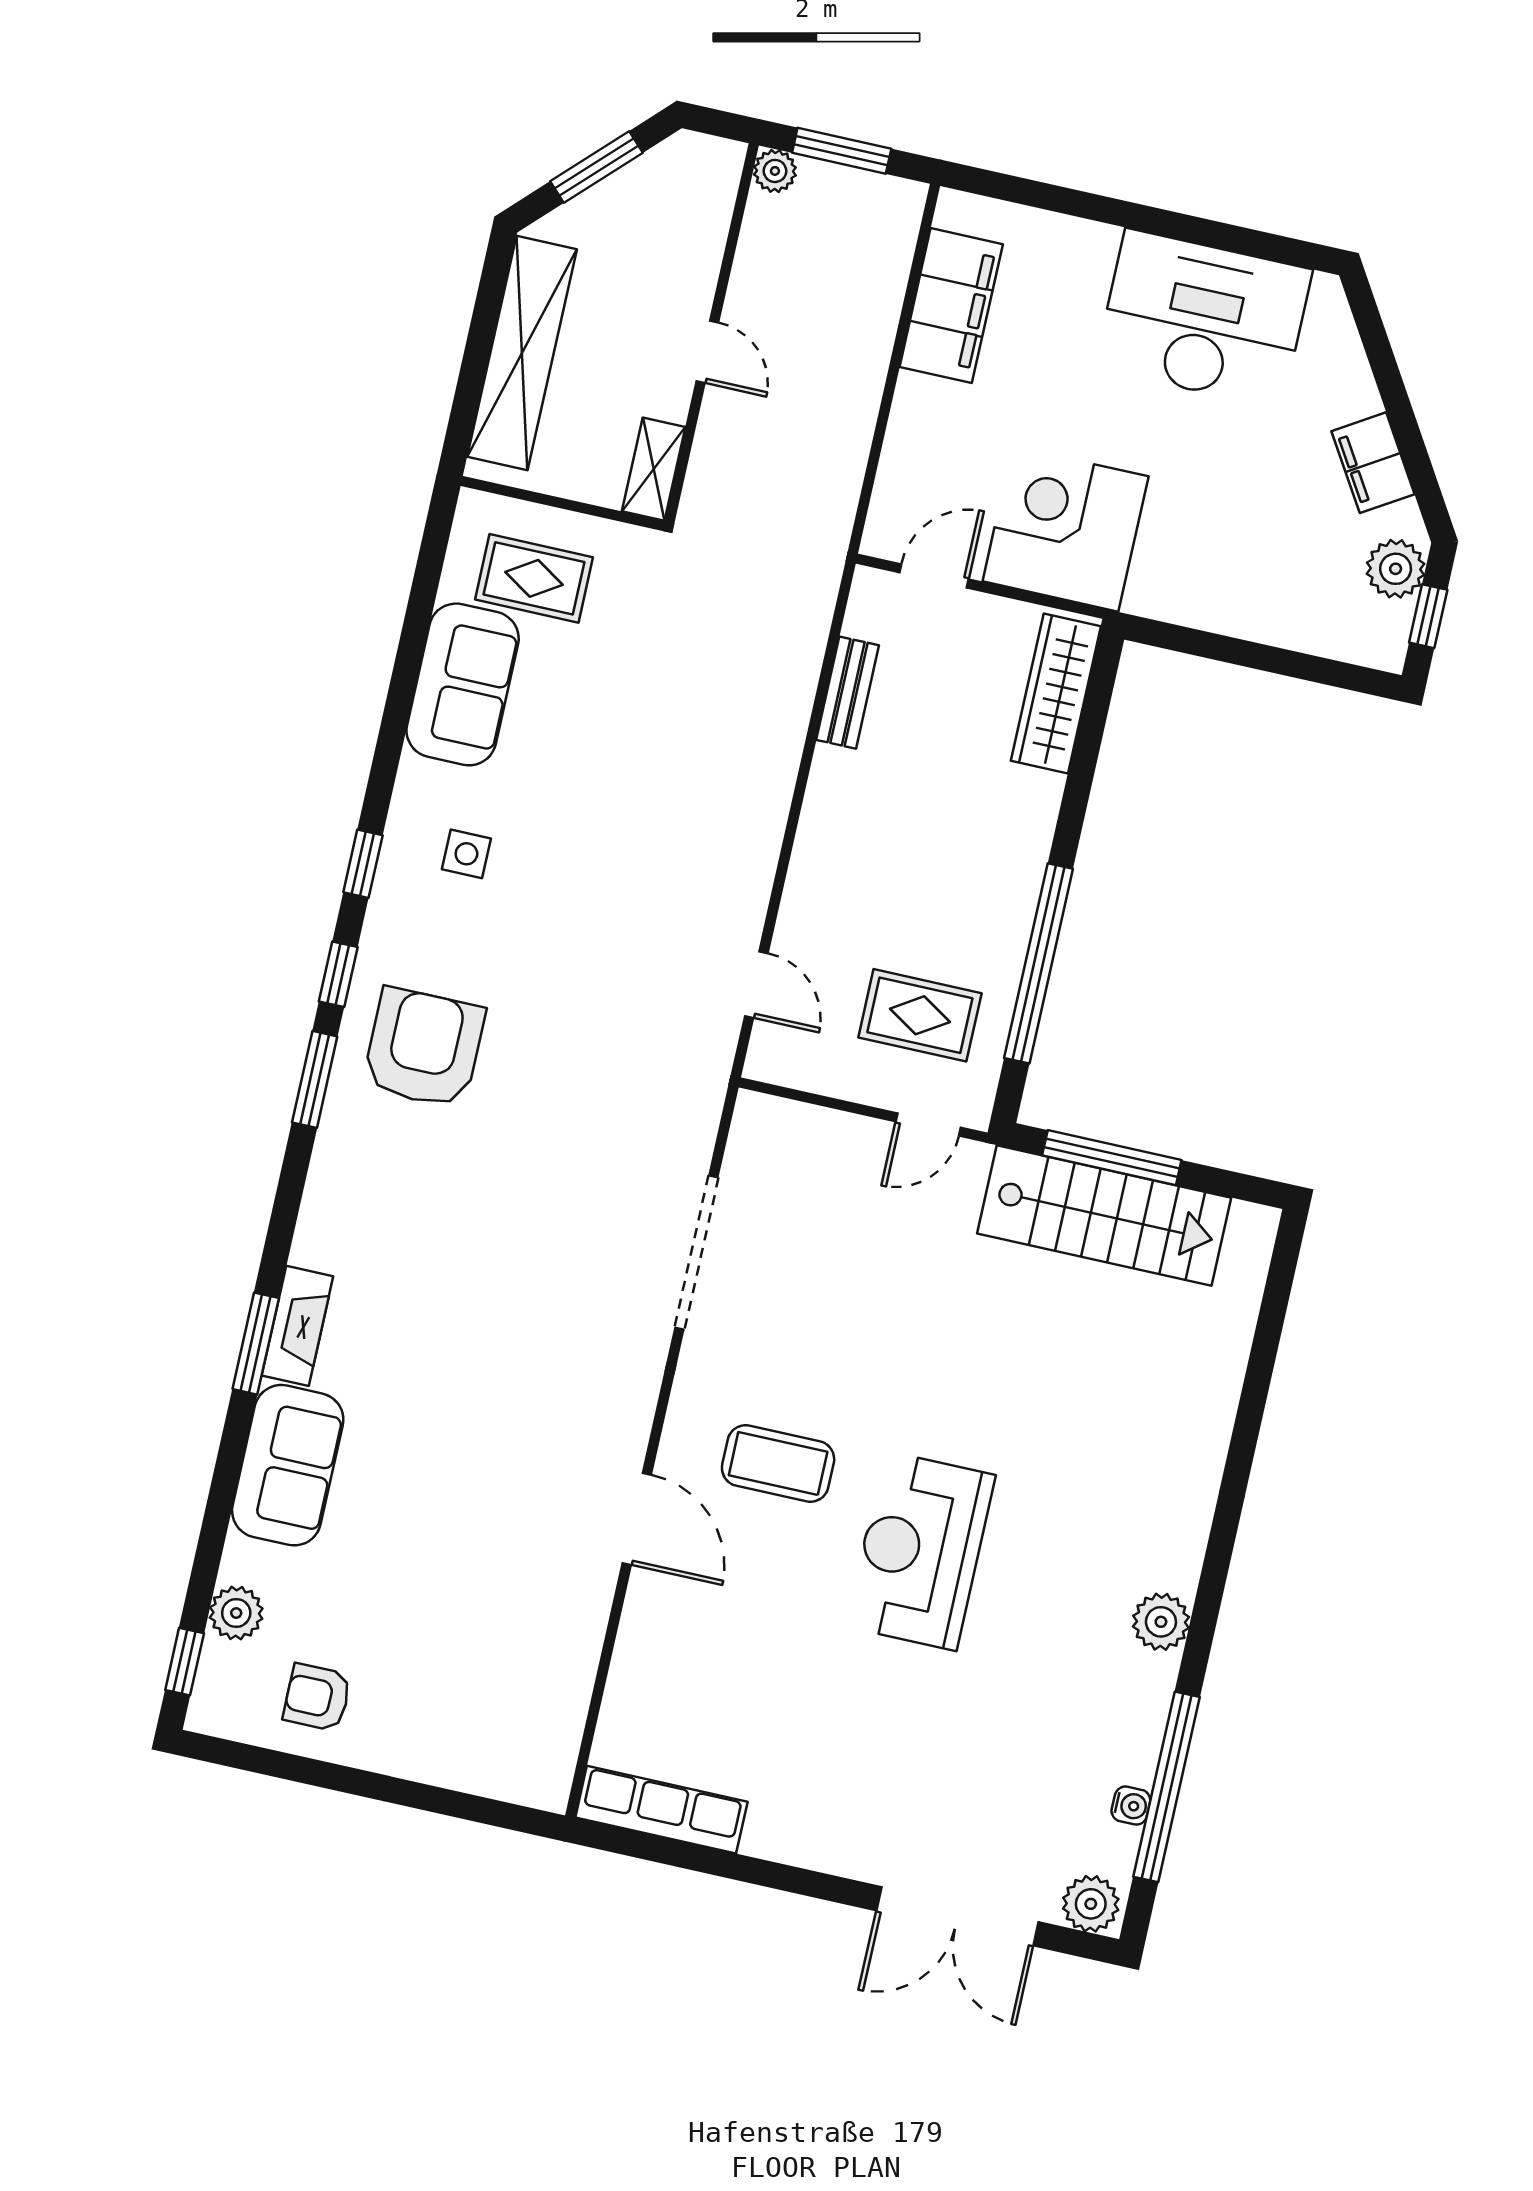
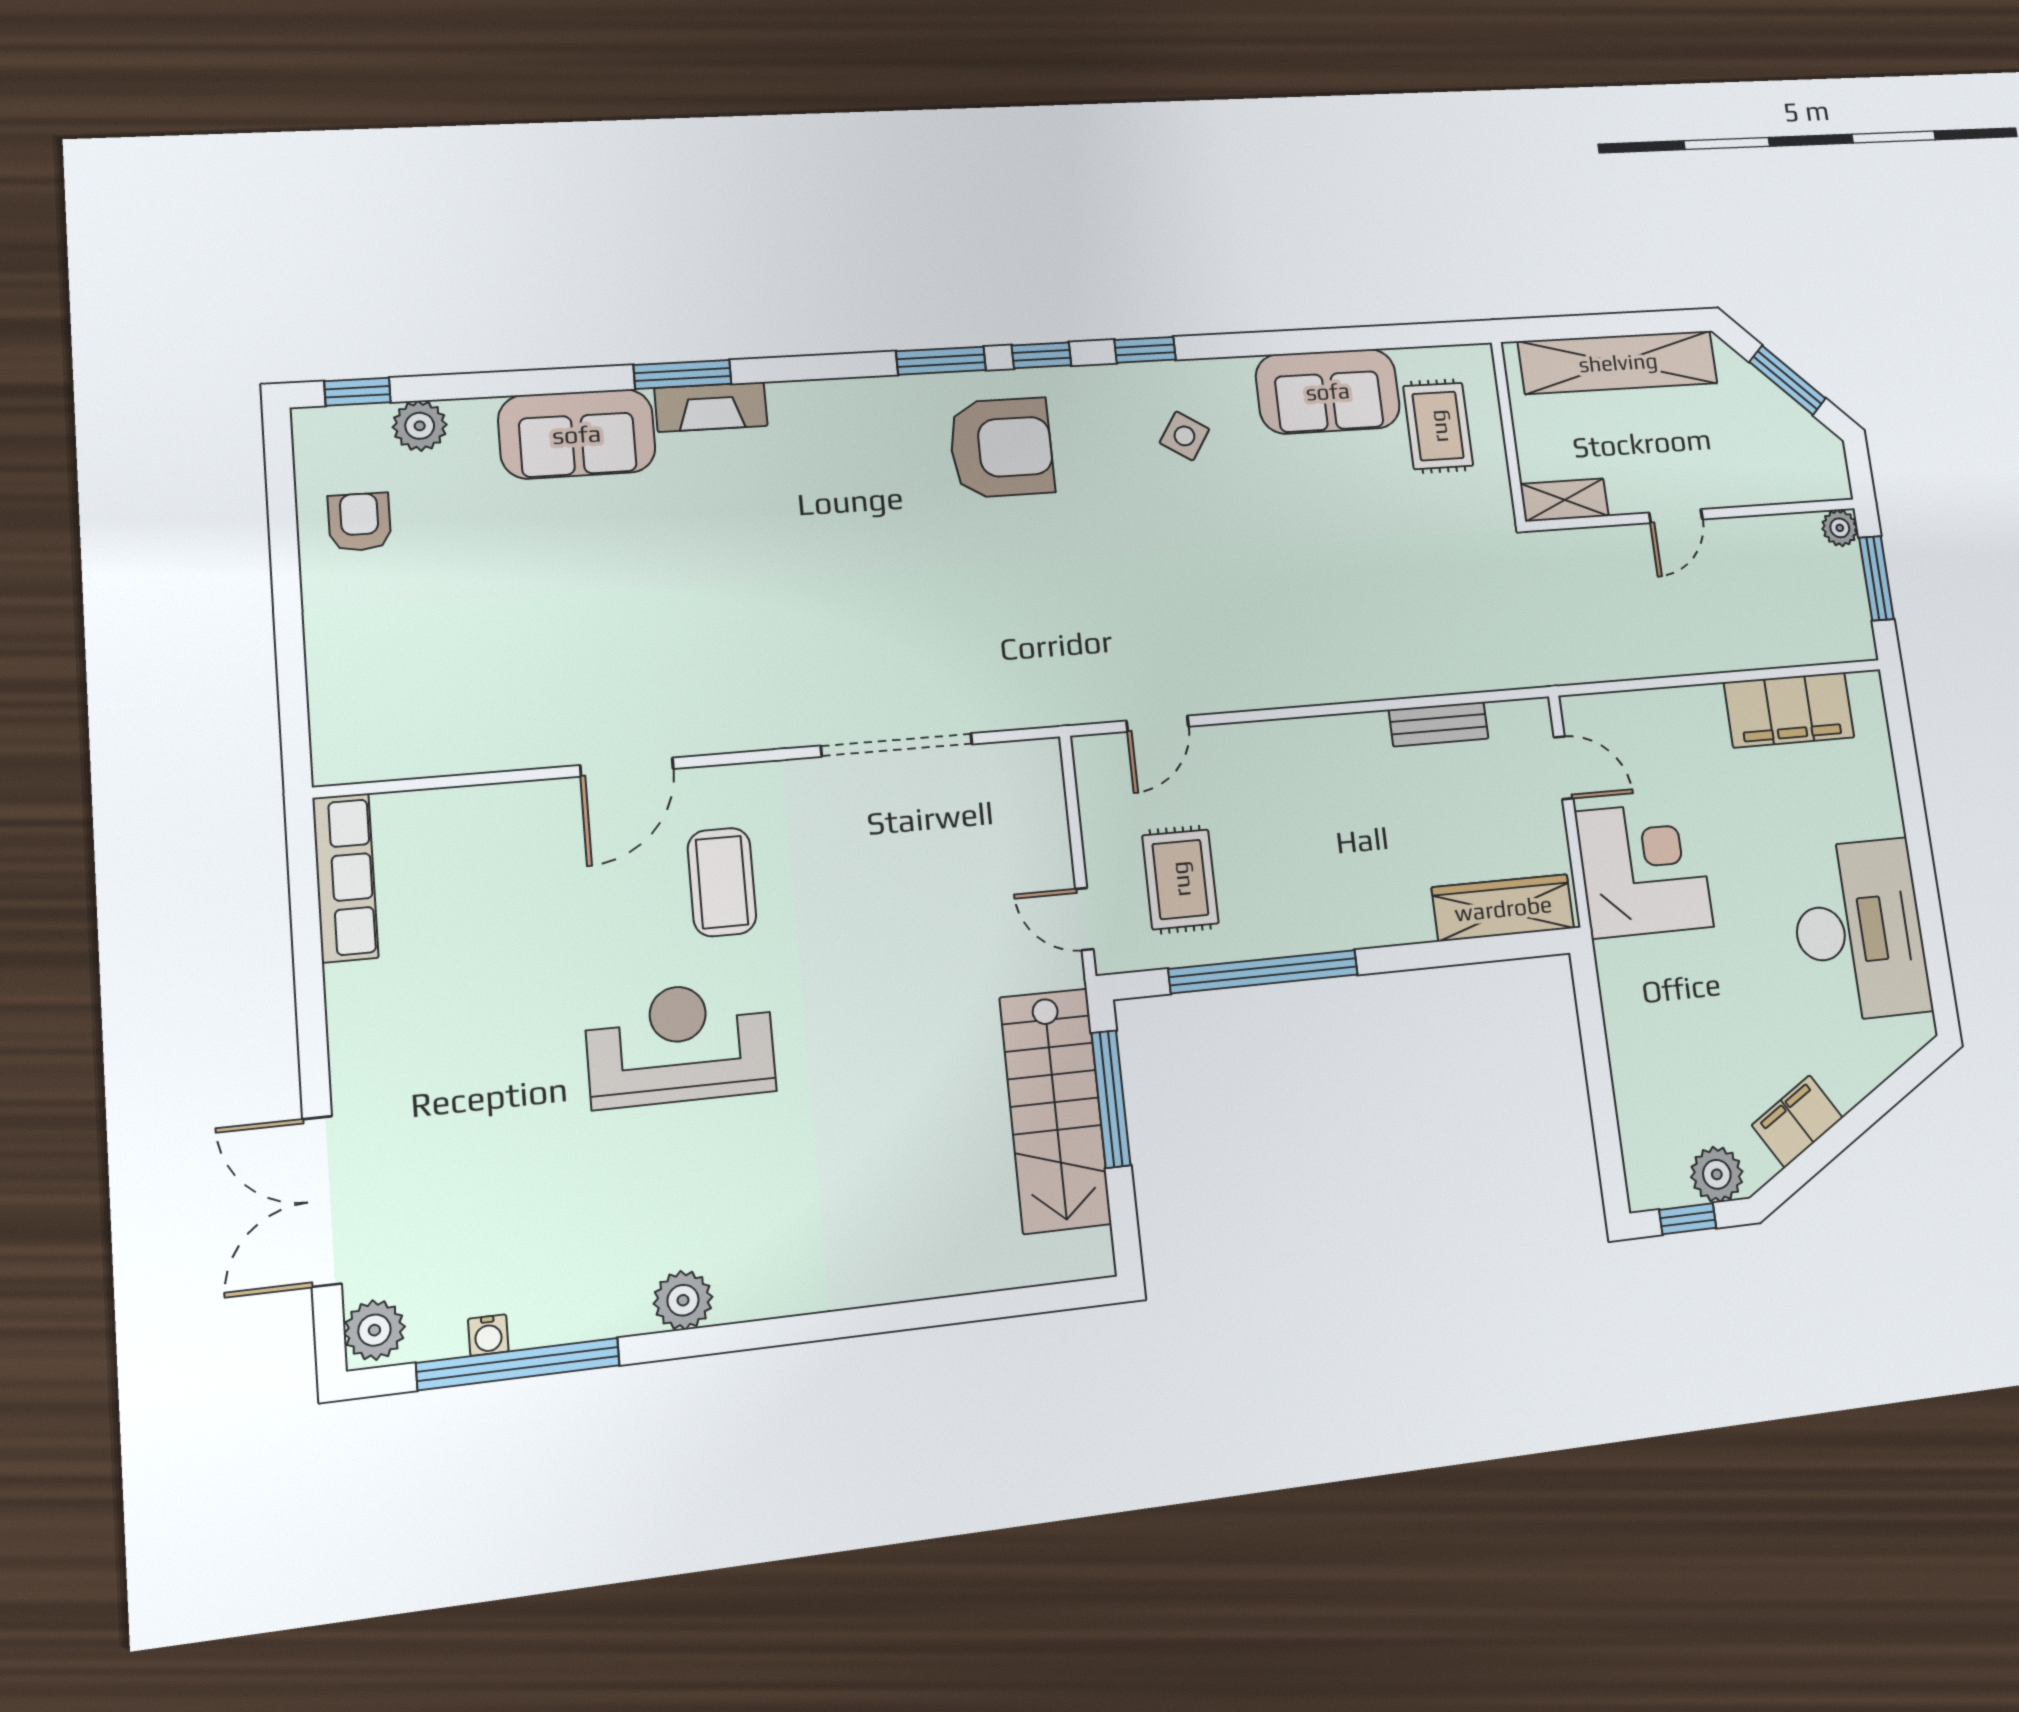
side table: (466, 854) -> (1184, 436), turned 33

